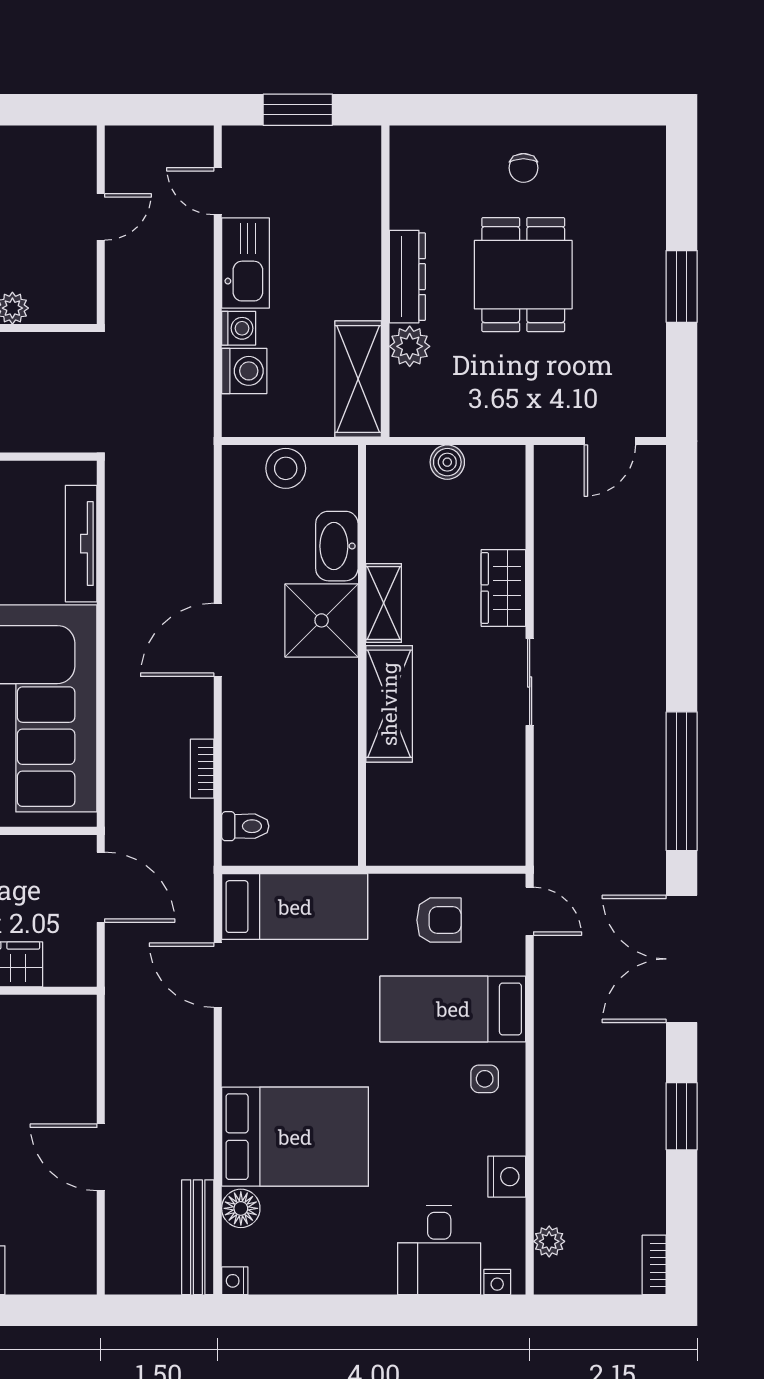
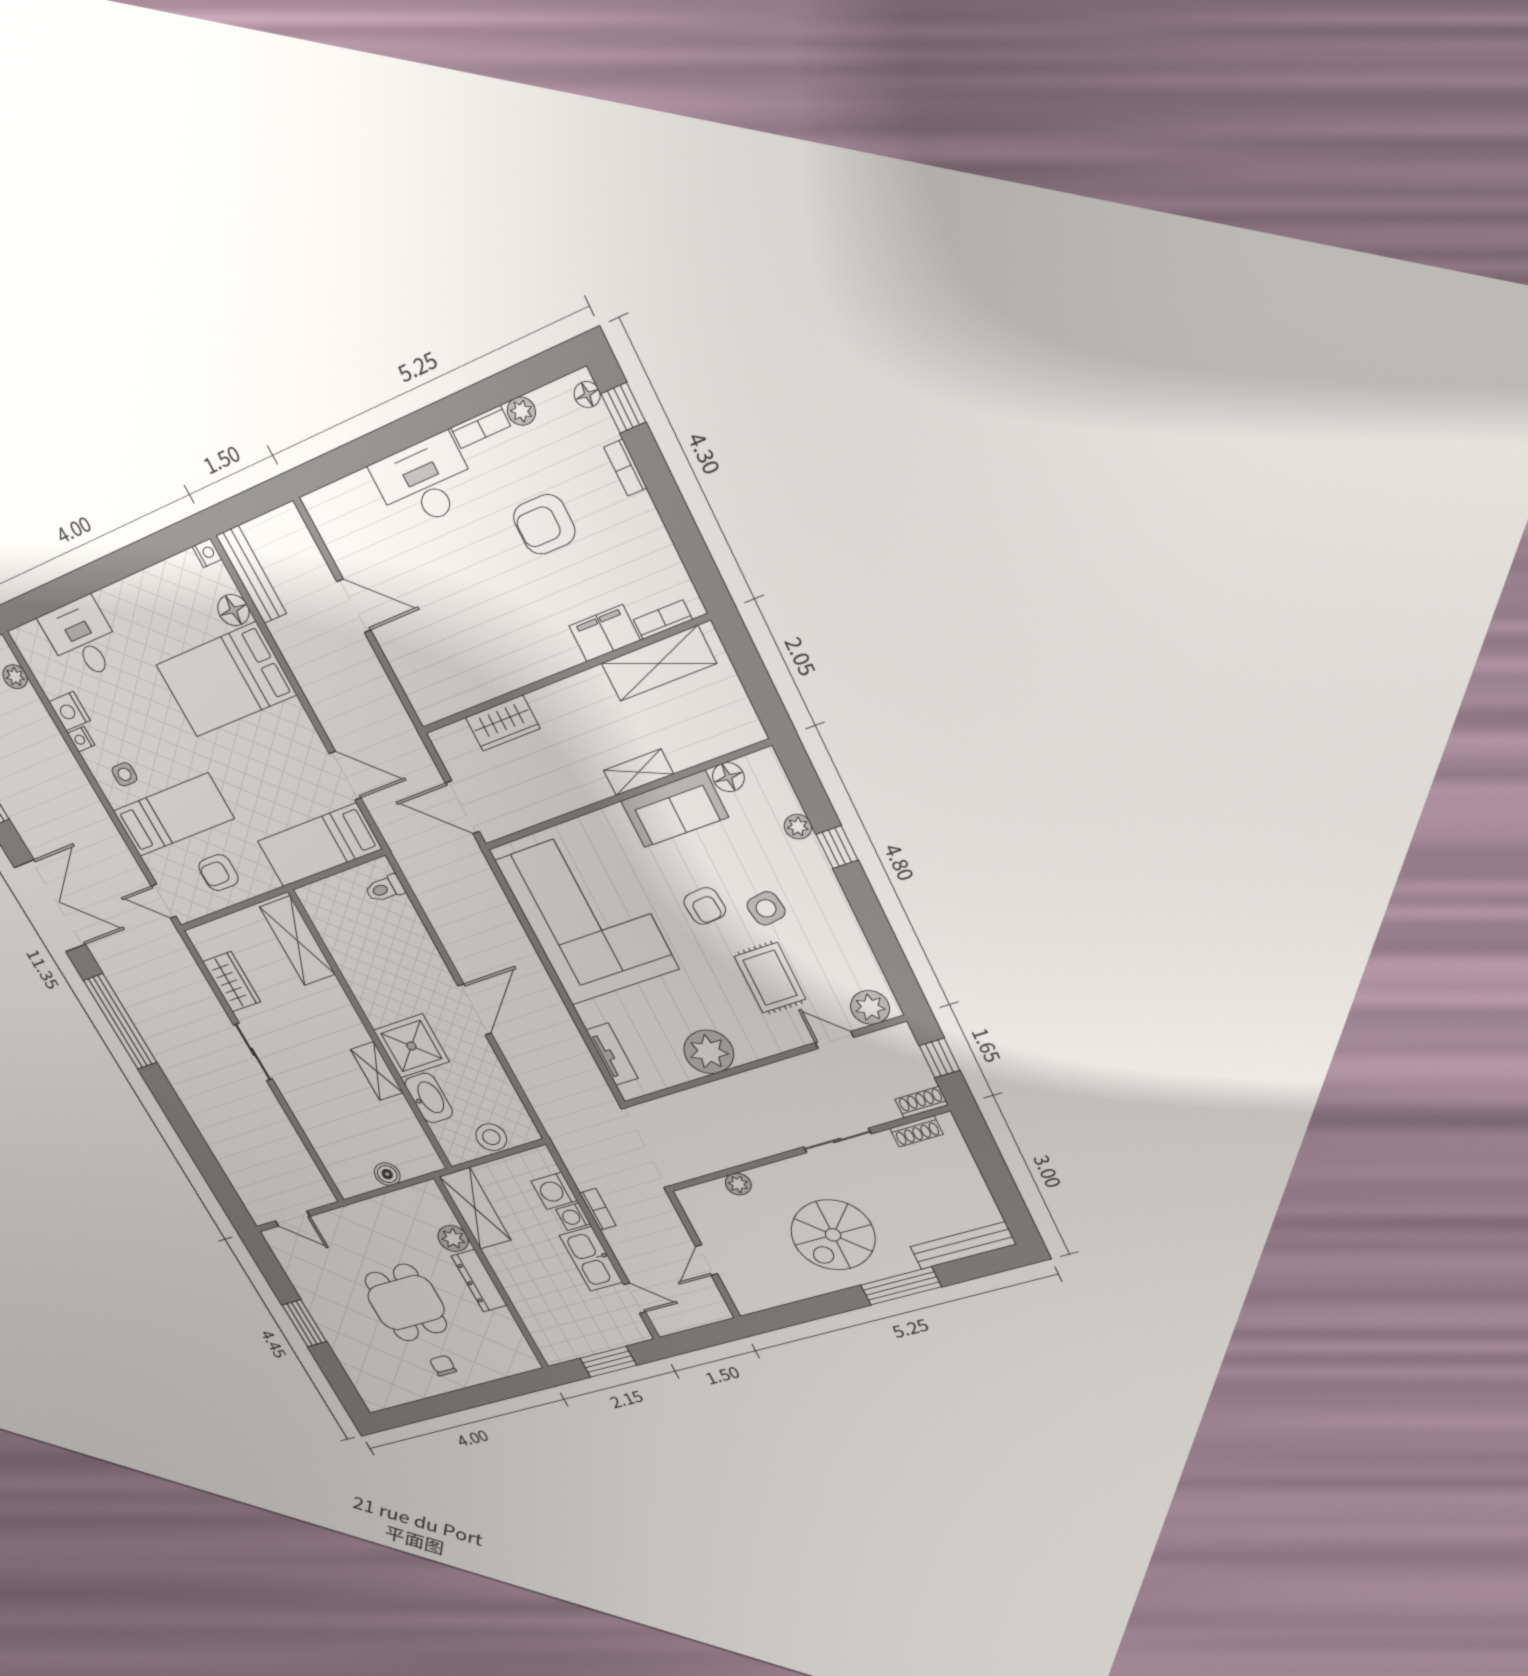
door: (610, 441) -> (293, 1219), swing flipped
tv unit: (81, 544) -> (612, 1054), width x0.71
wardrobe: (503, 588) -> (232, 982), moved
shelving: (389, 704) -> (297, 941), moved
bookcase: (202, 769) -> (598, 1209), moved
nightstand: (497, 1282) -> (81, 739), moved, turned -90

